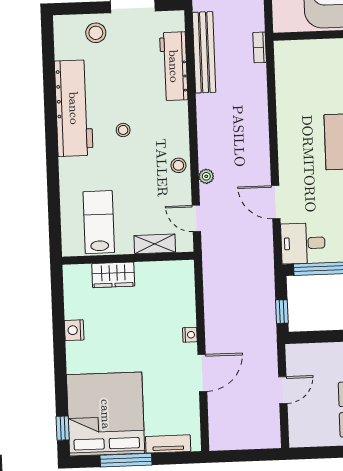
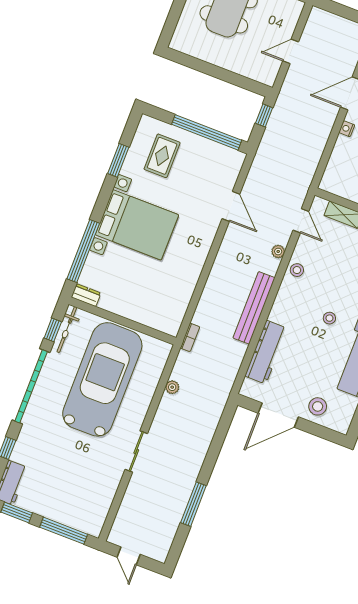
bench: (204, 52) -> (254, 308), moved
desk: (303, 243) -> (223, 163), removed

